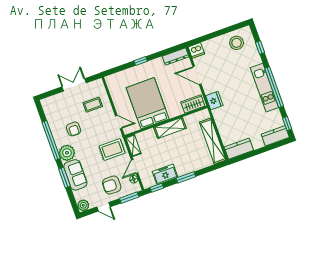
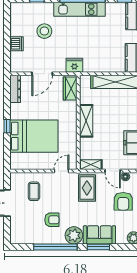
stool: (237, 43) -> (44, 31), moved
dishwasher: (196, 50) -> (16, 44), moved
bed: (148, 103) -> (34, 136), moved, turned 180

